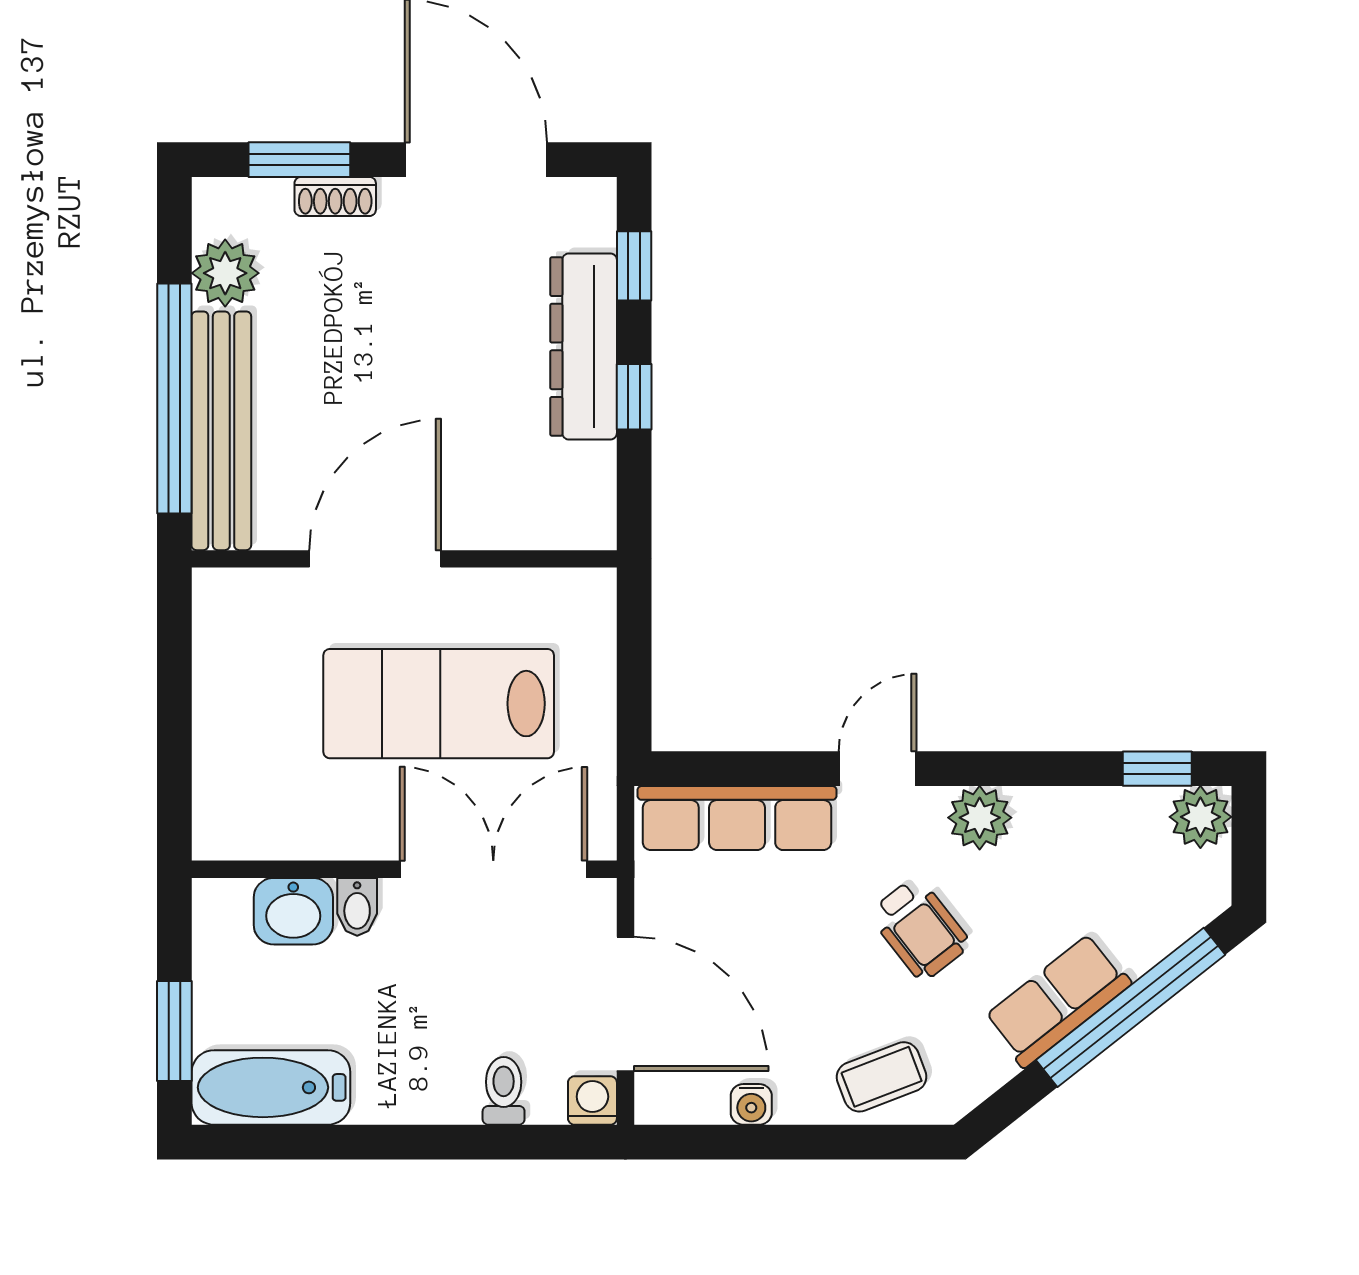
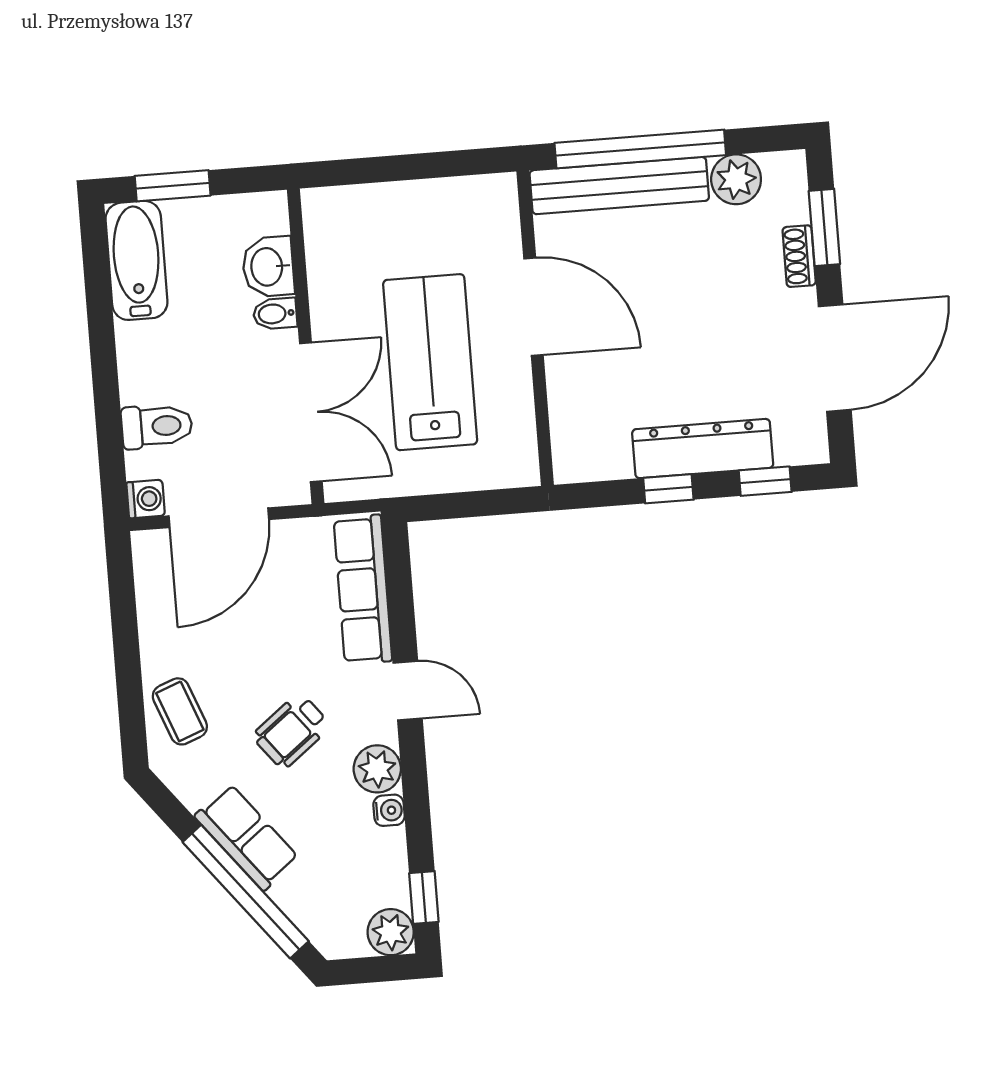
toilet: (504, 1091) -> (157, 426), width x1.37, depth x1.39
water cooler: (751, 1104) -> (389, 810), moved, turned 180

